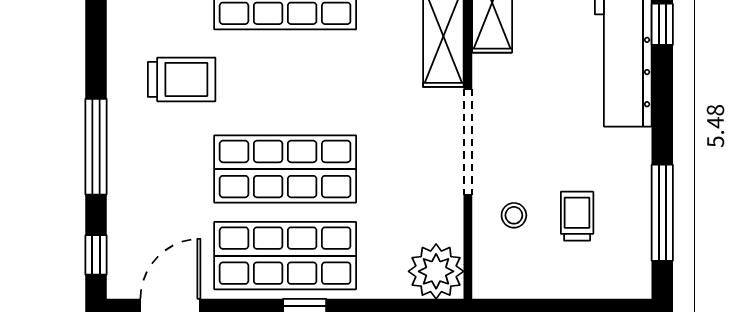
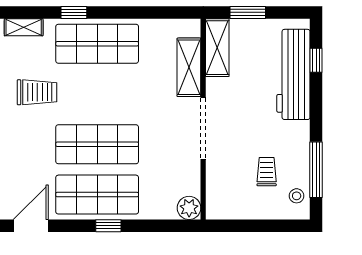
stool: (514, 215) -> (297, 196), moved
plant: (436, 271) -> (189, 208), width x0.73, depth x0.73

